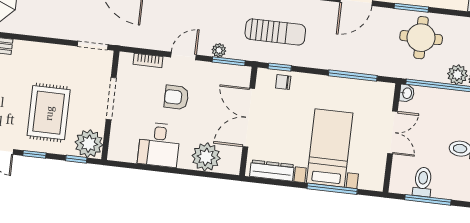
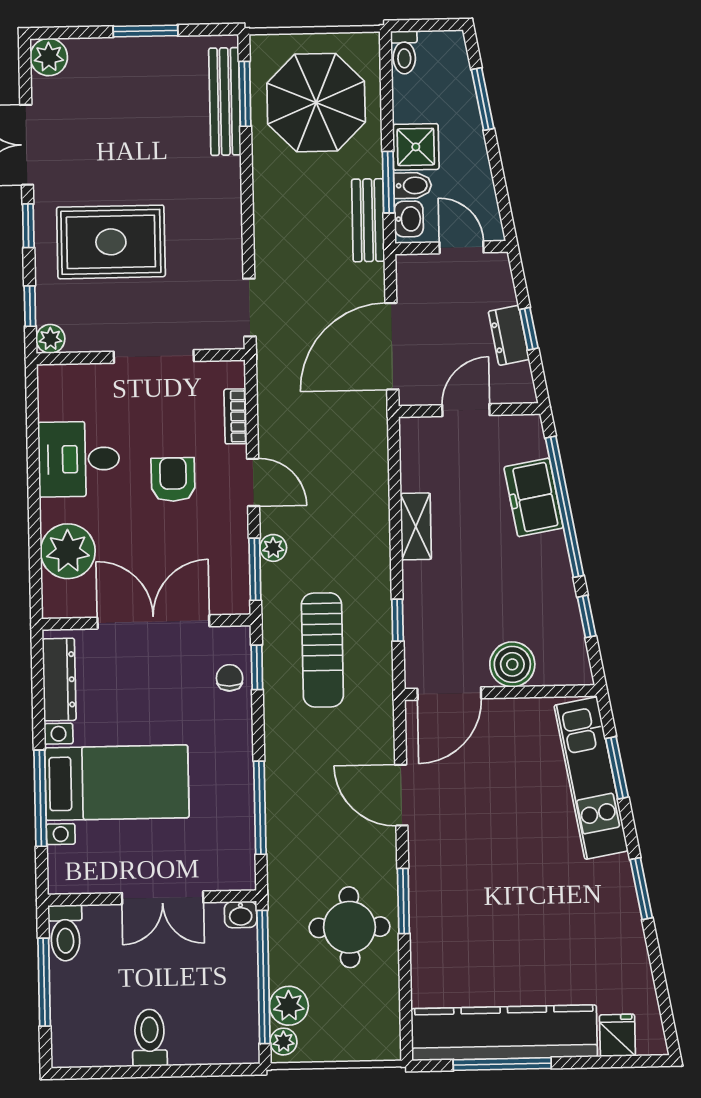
plant: (89, 144) -> (50, 339), width x0.53, depth x0.53
toilet: (423, 182) -> (65, 933), moved, turned 90

